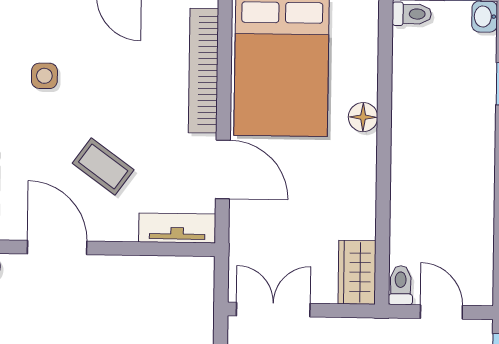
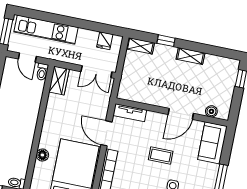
floor lamp: (363, 117) -> (42, 155), moved
coffee table: (103, 166) -> (161, 156), moved, turned -36
door: (57, 248) -> (181, 114), hinge flipped

